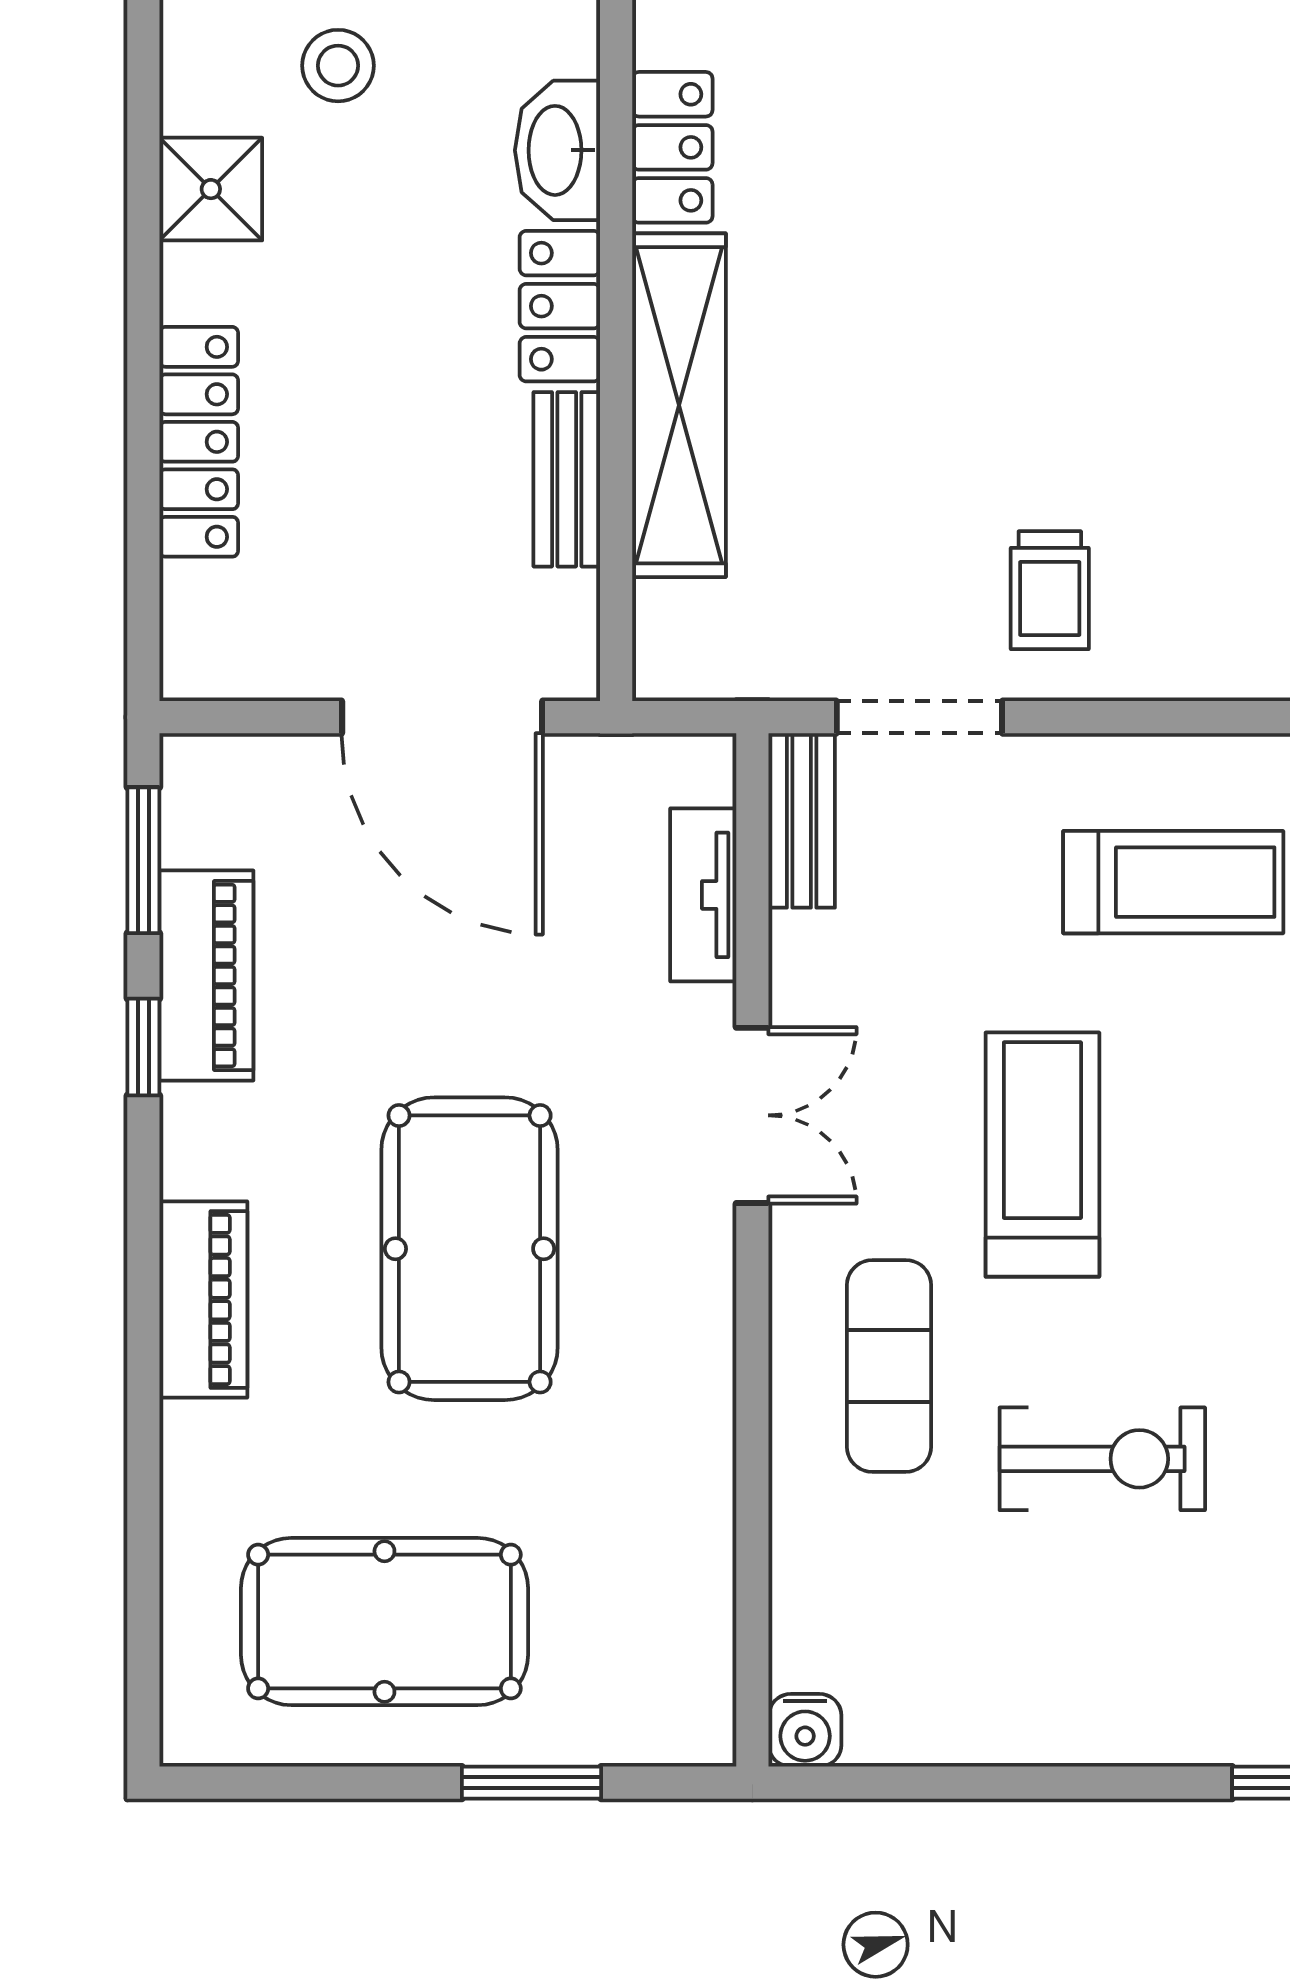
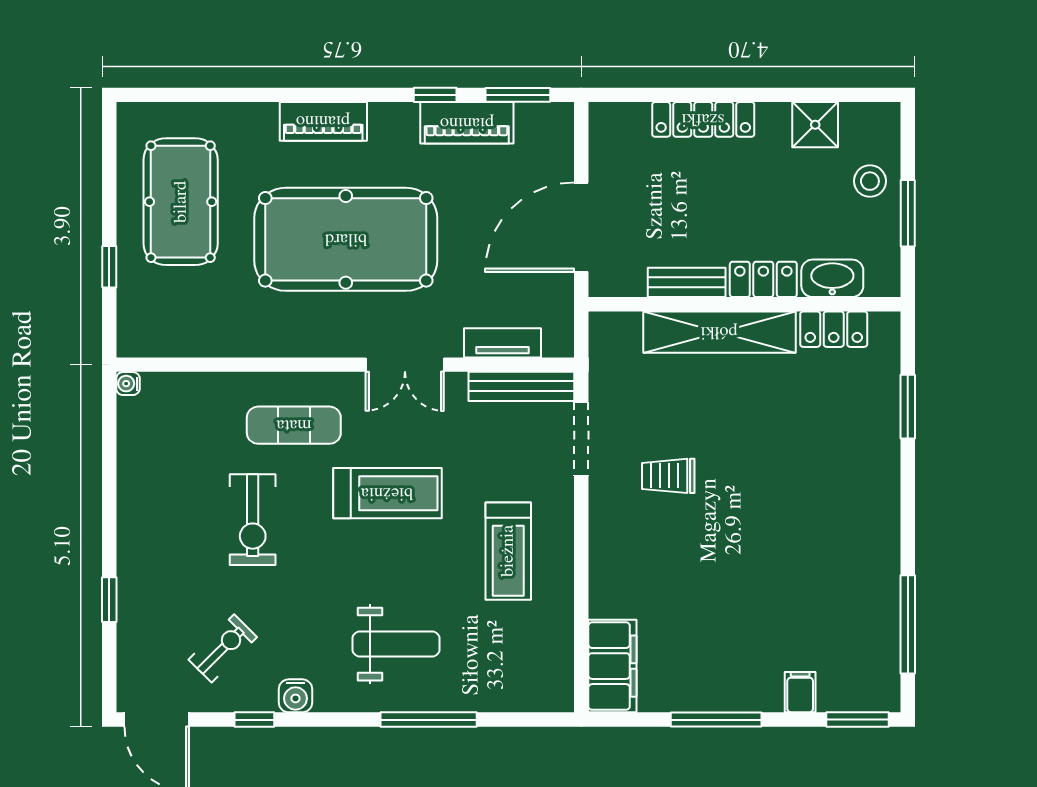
trolley: (1050, 590) -> (668, 476), moved
bench: (802, 820) -> (521, 386), width x1.36
pool table: (470, 1249) -> (346, 239), width x1.36, depth x1.32
water cooler: (805, 1730) -> (128, 384), width x0.72, depth x0.72
window: (531, 1783) -> (109, 267), width x0.67

